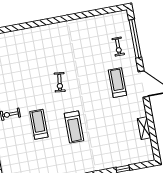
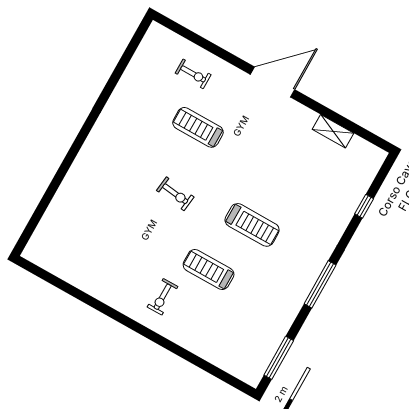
window: (135, 39) -> (202, 42), removed
treadmill: (117, 83) -> (198, 127), moved

